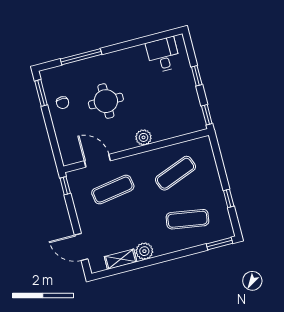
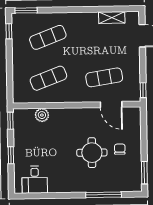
chair: (63, 103) -> (120, 149), moved
plant: (143, 137) -> (42, 115), moved
window: (229, 198) -> (9, 31), moved
exercise mat: (187, 219) -> (48, 37), turned -30
plant: (144, 251) -> (90, 19), removed

